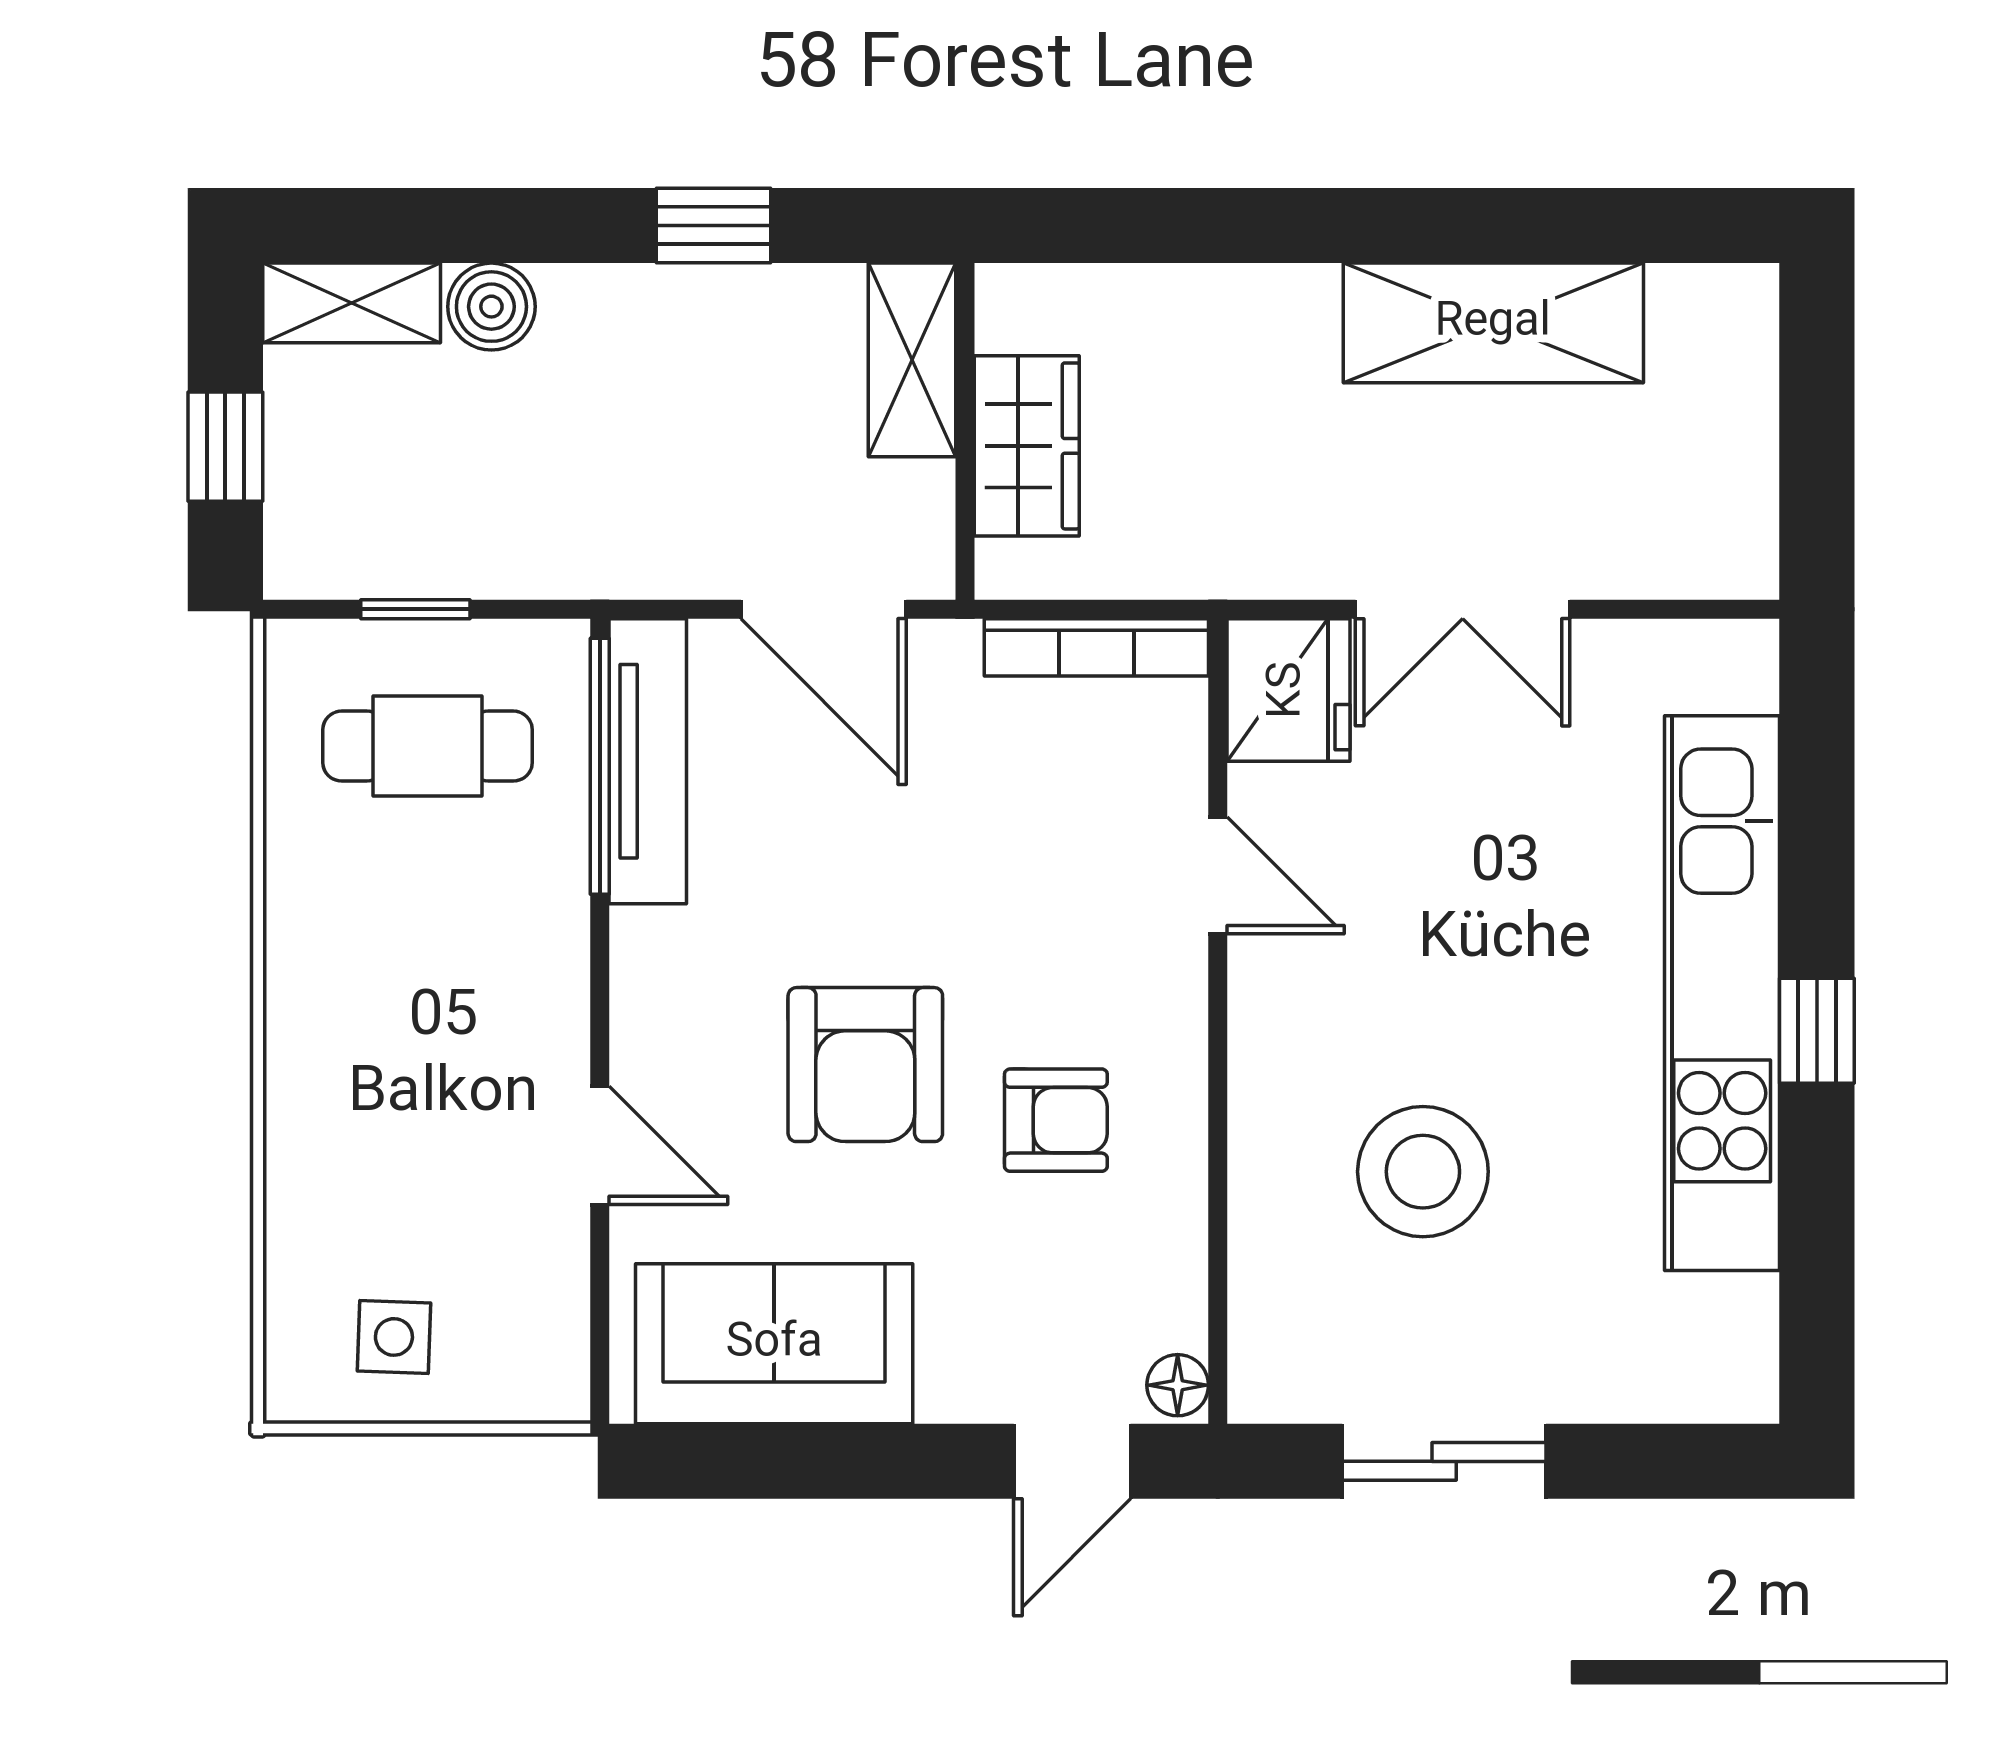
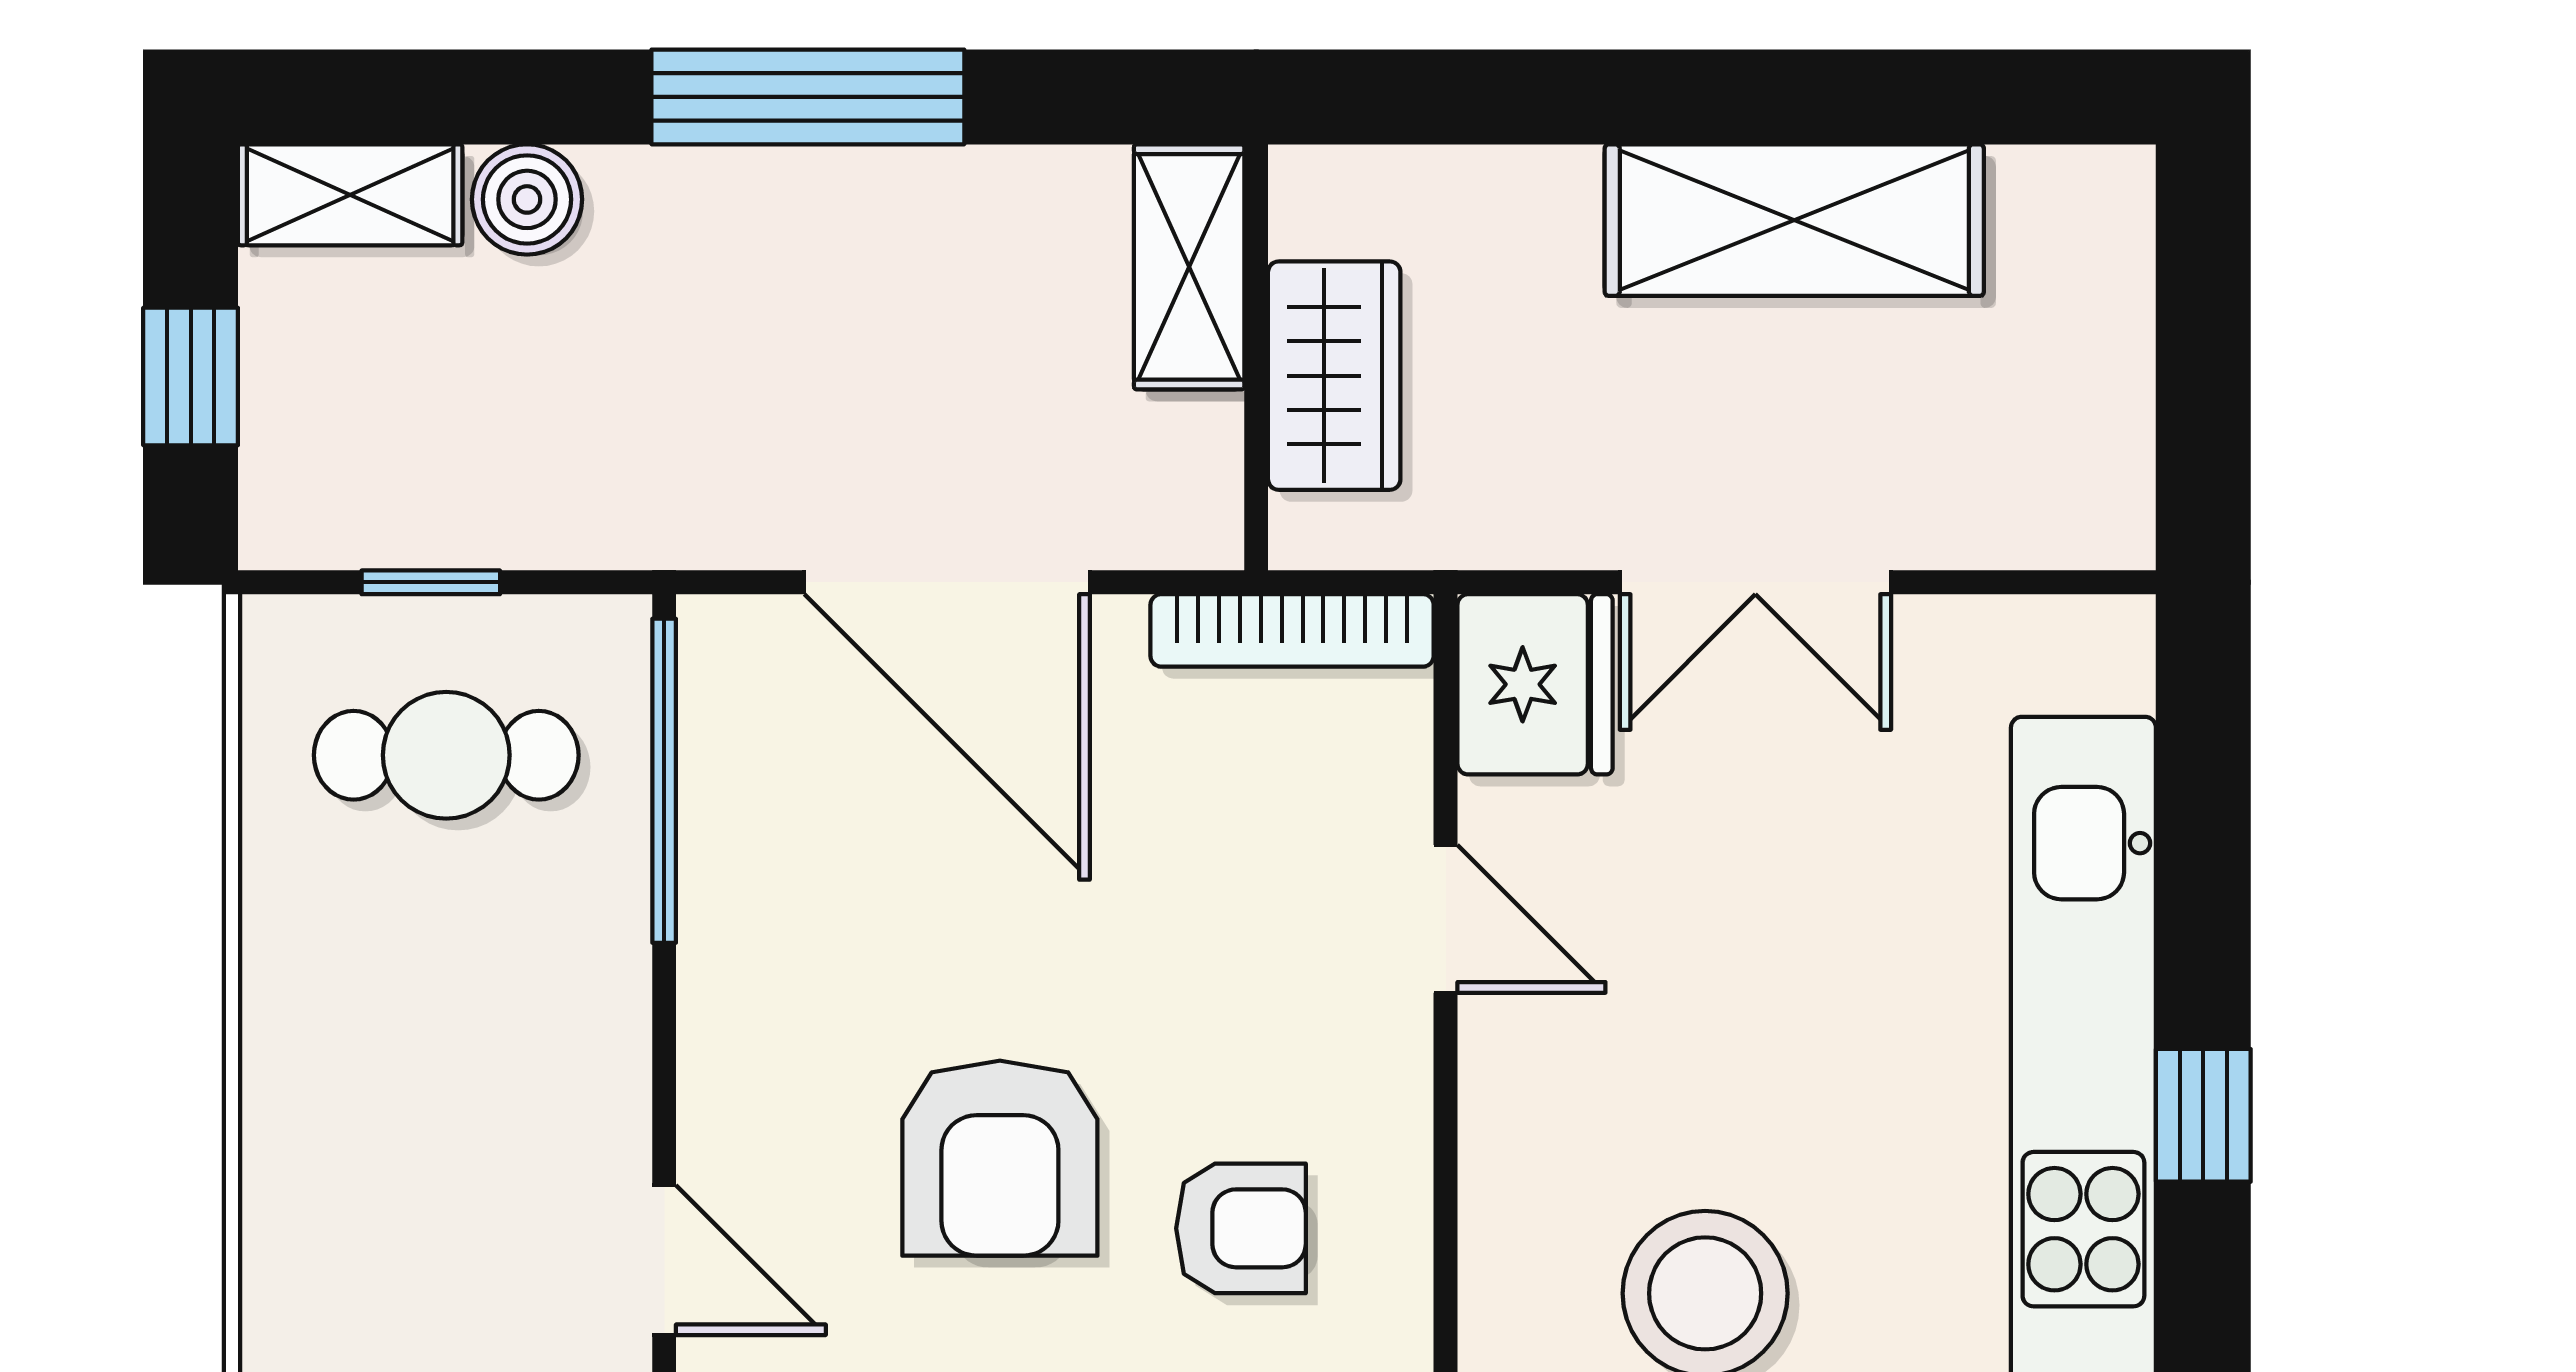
window: (713, 226) -> (808, 97), width x2.17
shelving: (912, 360) -> (1189, 267), moved
wall: (965, 431) -> (1256, 357), moved
wardrobe: (1027, 446) -> (1334, 376), moved
door: (824, 609) -> (947, 582), width x1.36
tv unit: (648, 761) -> (725, 774), removed

